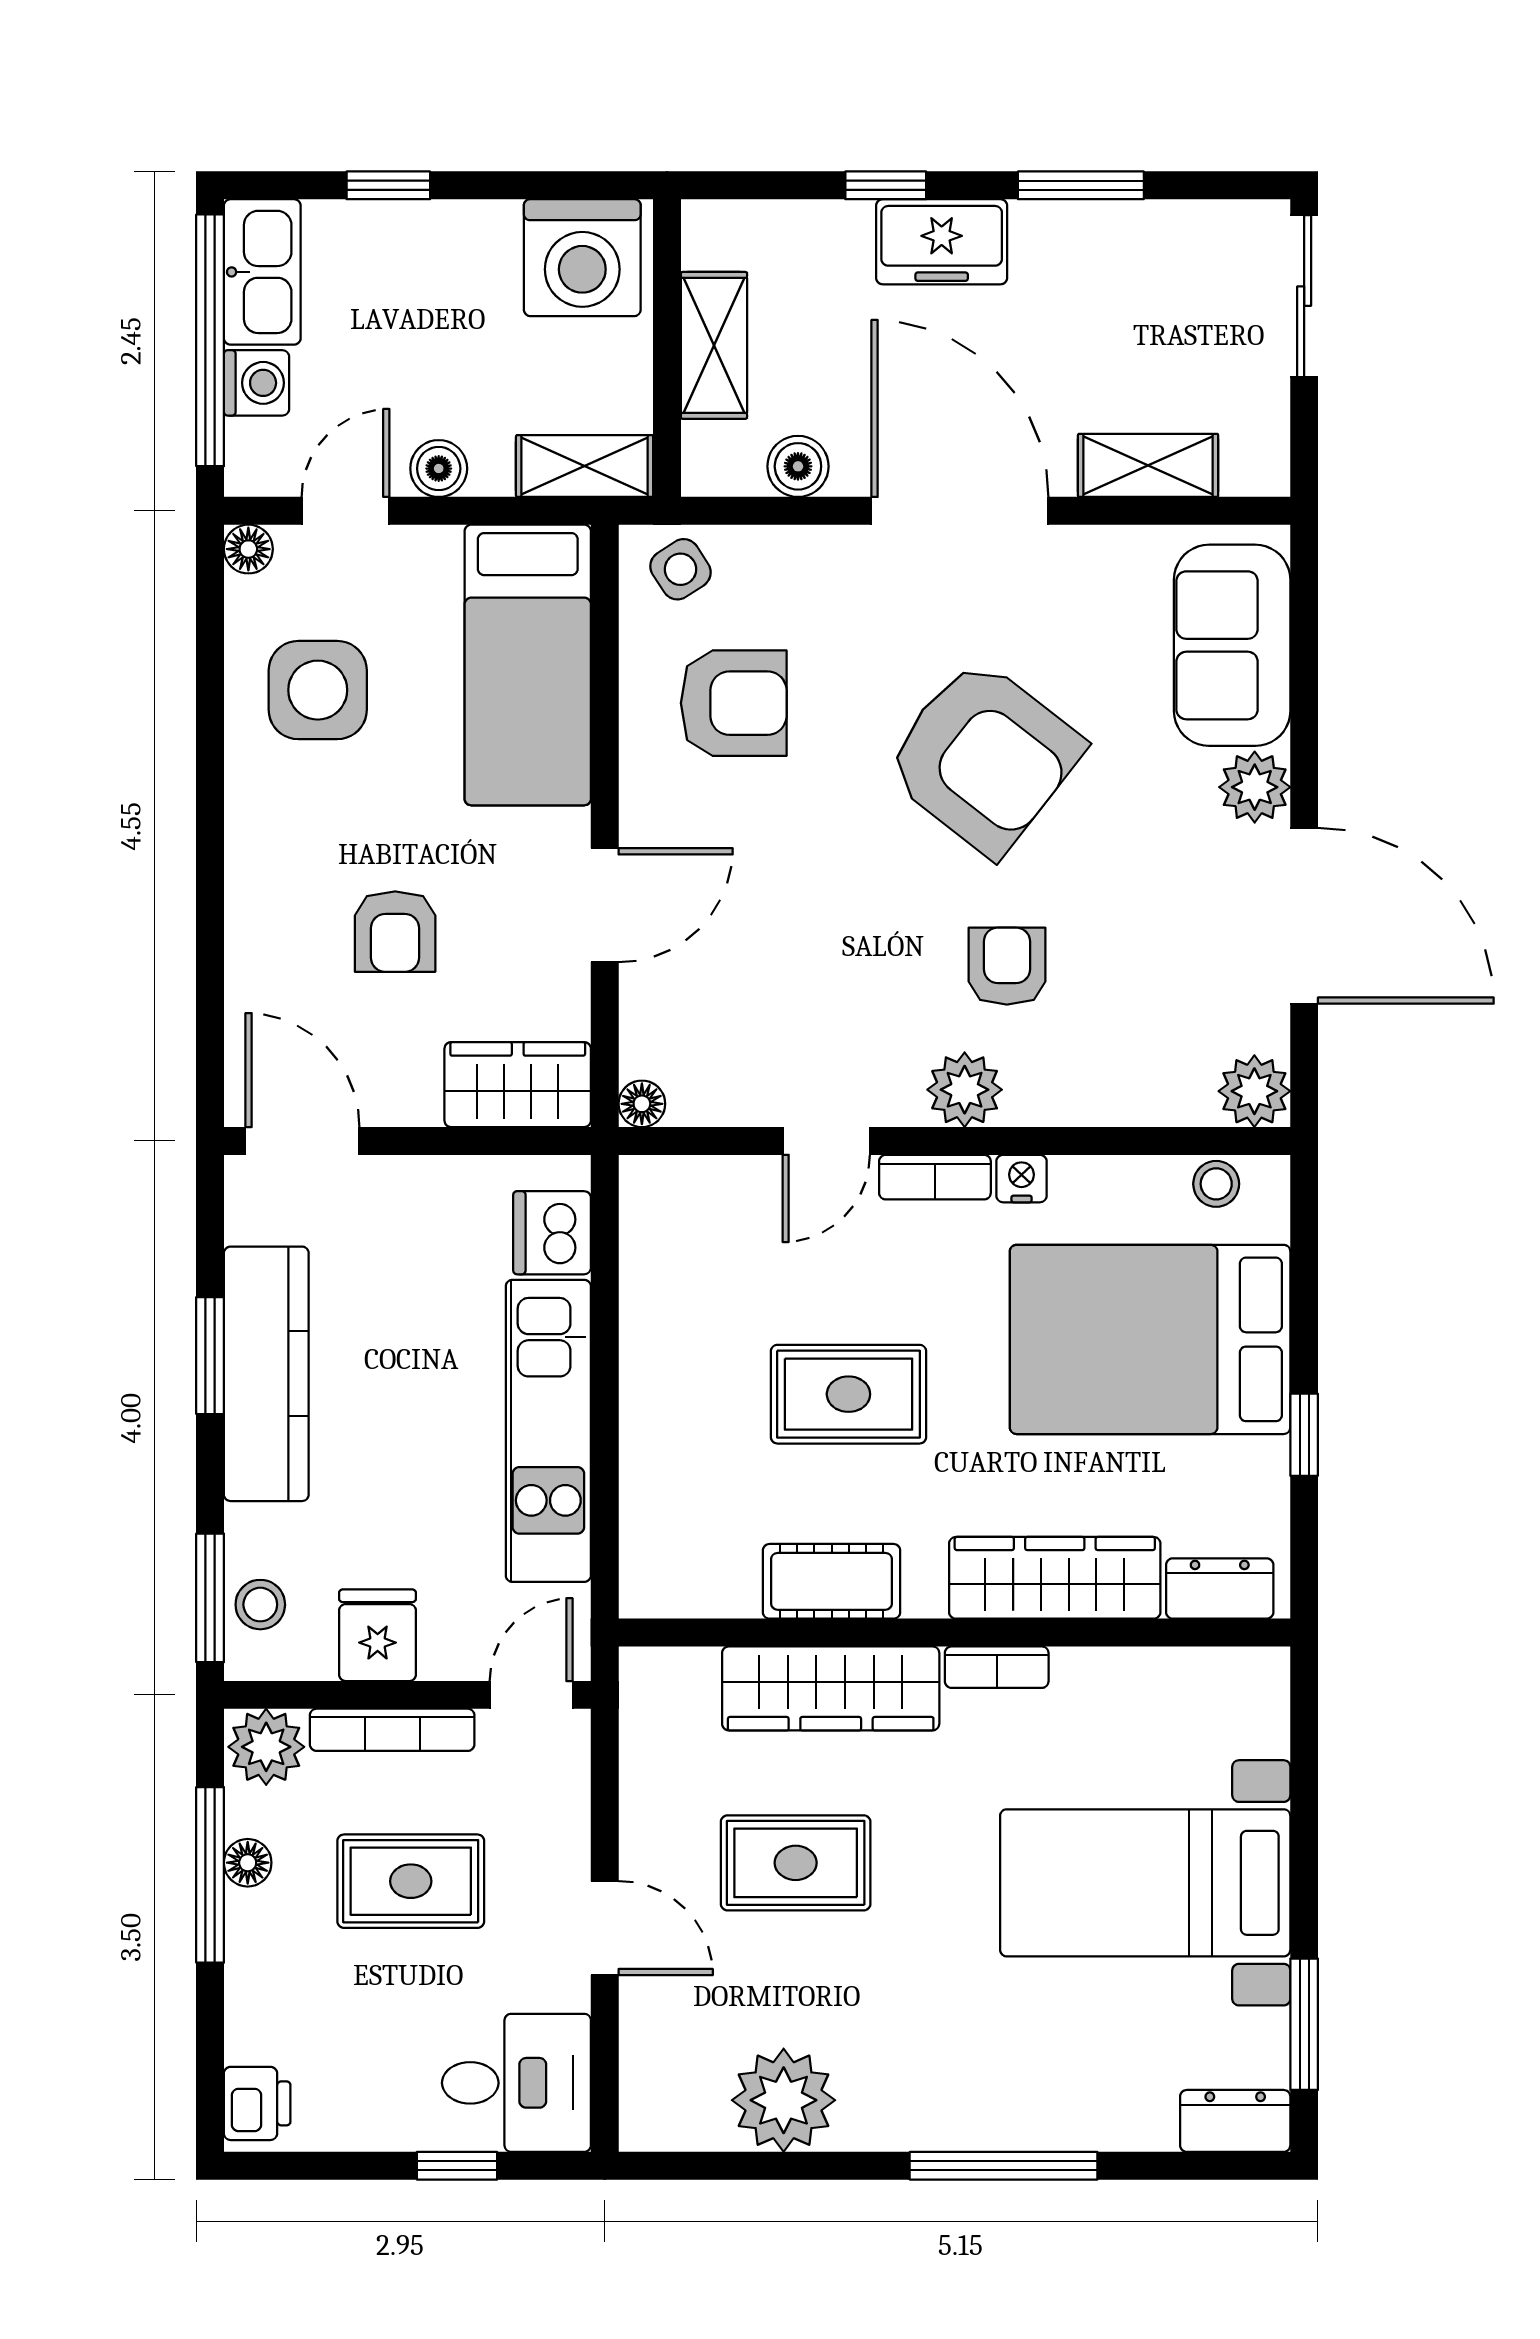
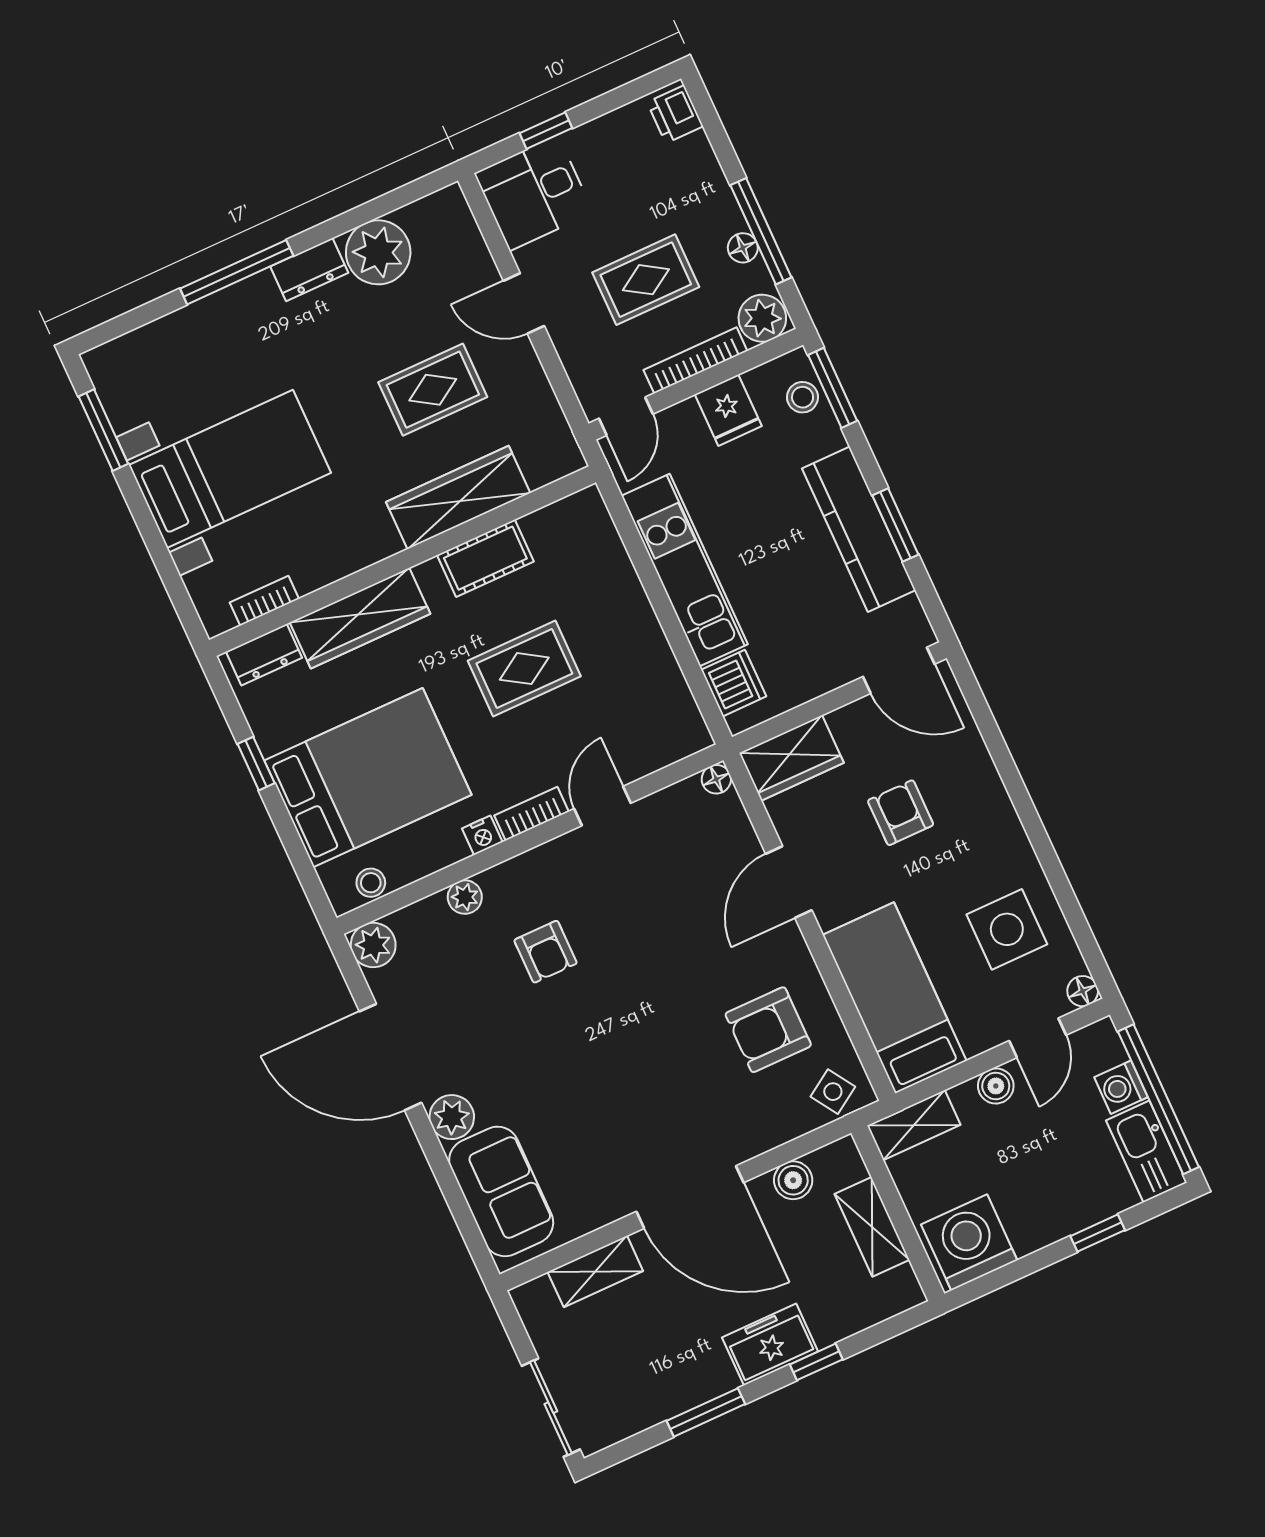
armchair: (984, 757) -> (613, 1064), removed
plant: (965, 1090) -> (465, 897), moved, width x0.73, depth x0.73
bookcase: (997, 1667) -> (264, 601), moved
dresser: (1235, 2121) -> (309, 270), moved

